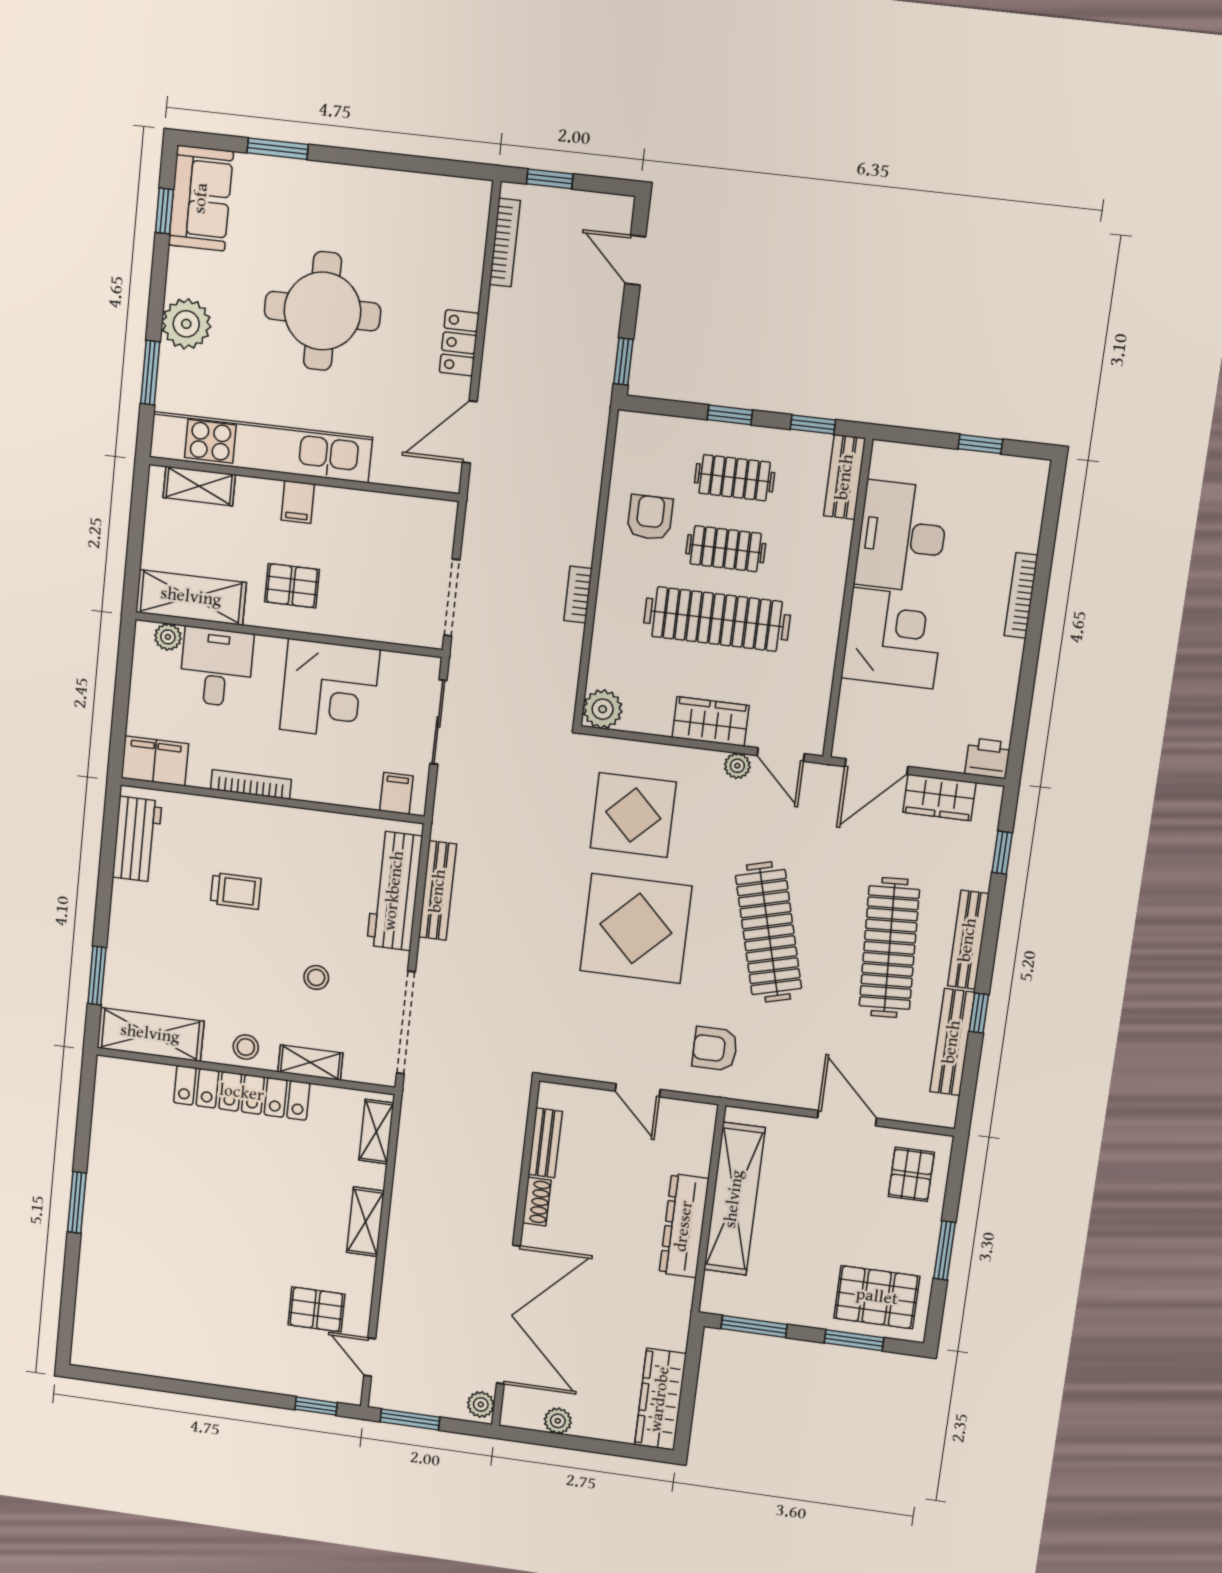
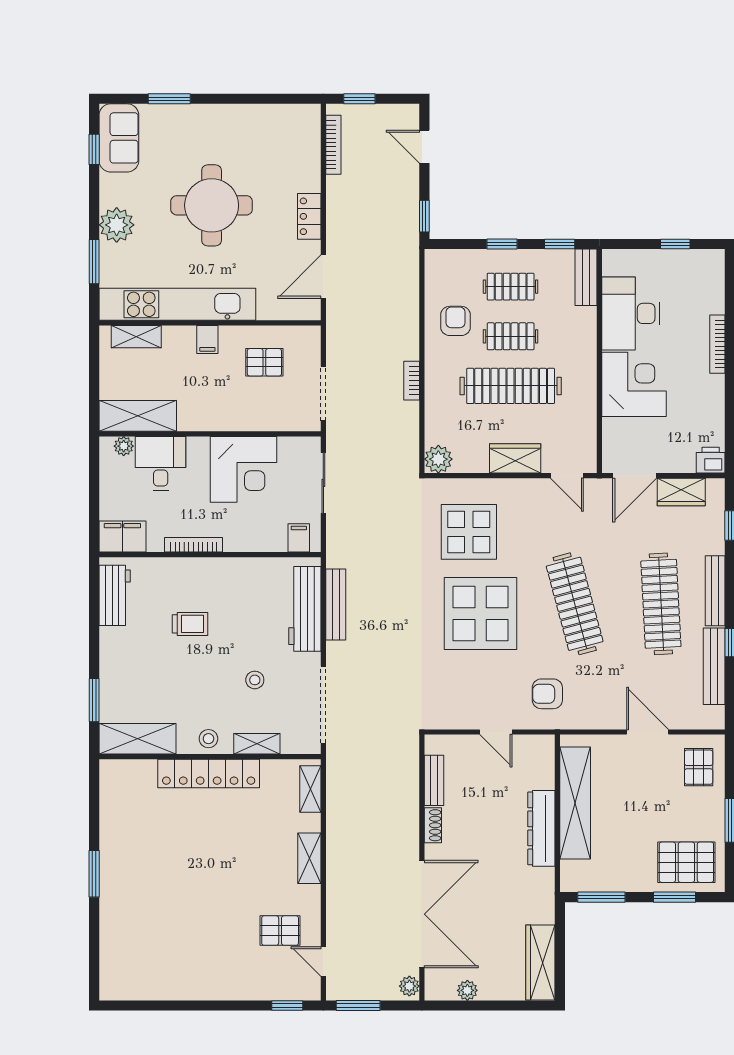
pallet: (292, 586) -> (264, 362), moved
plant: (737, 766) -> (538, 487), removed

